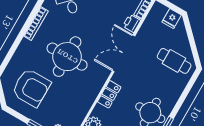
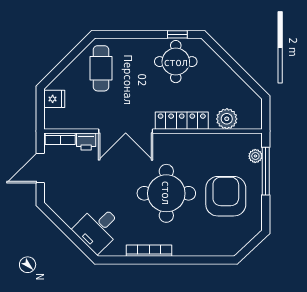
armchair: (31, 88) -> (226, 196), moved
locker: (109, 94) -> (182, 121), width x1.53

